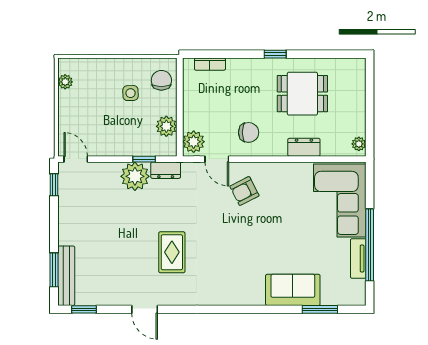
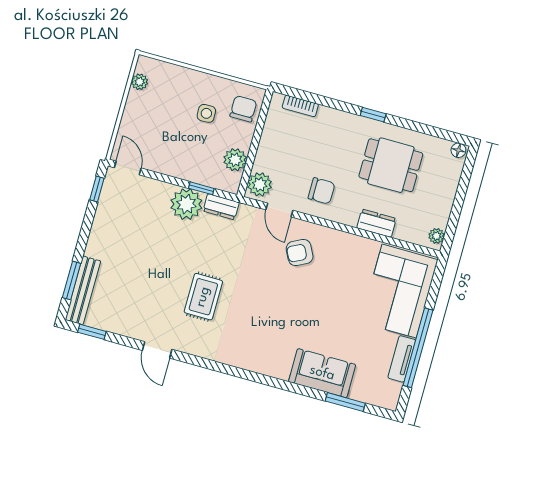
floor lamp: (357, 65) -> (458, 150), added

